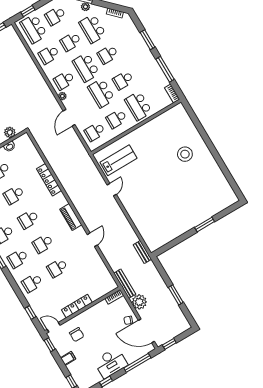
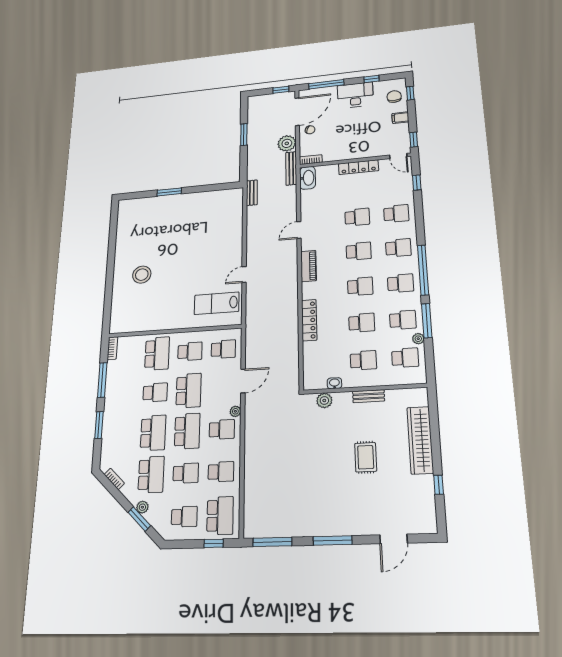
school desk: (108, 54) -> (153, 433), width x1.85
washbasin: (109, 282) -> (307, 178), added
door: (146, 331) -> (297, 112), hinge flipped
chair: (77, 335) -> (394, 97), moved

